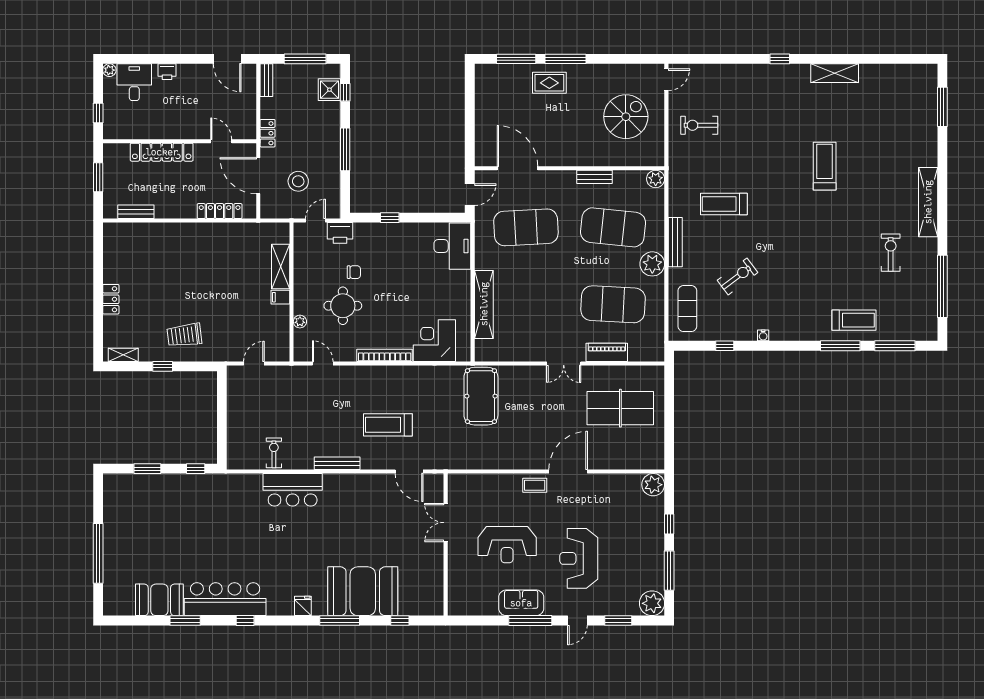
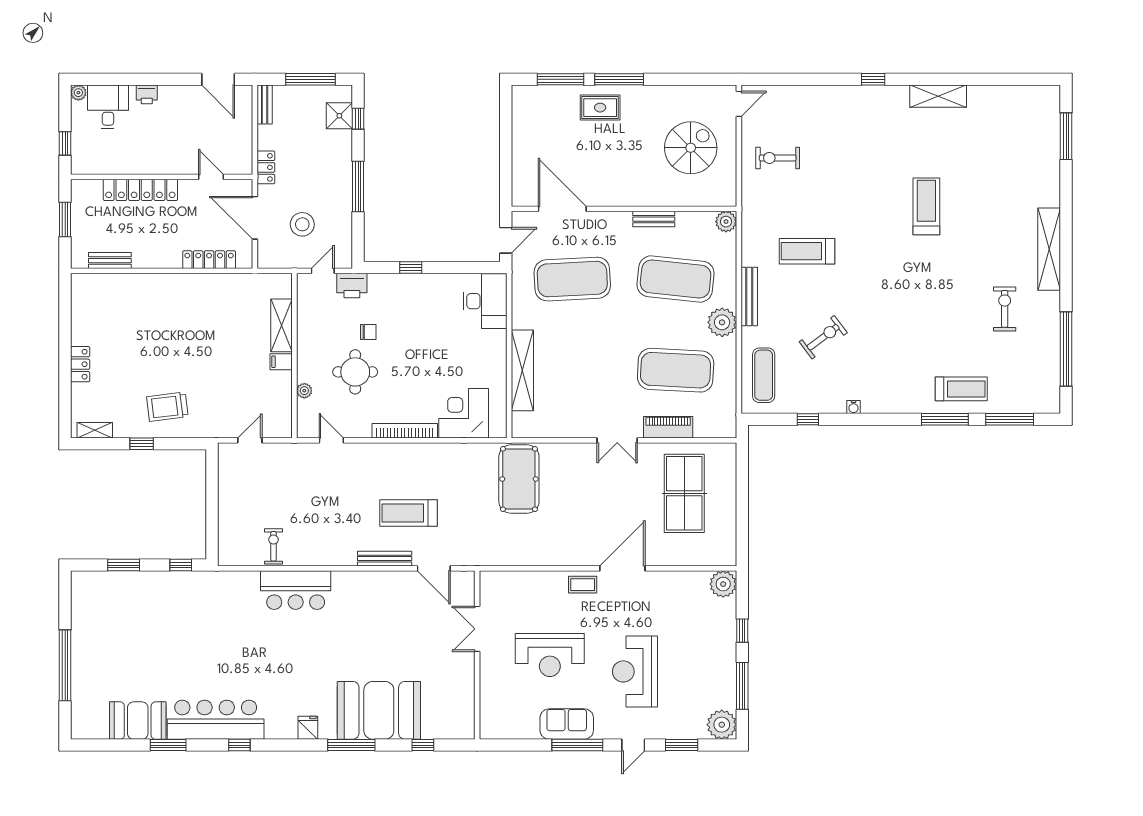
table tennis table: (620, 408) -> (684, 493), turned 90
bench: (337, 463) -> (385, 559), moved

